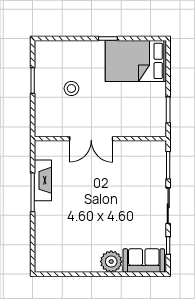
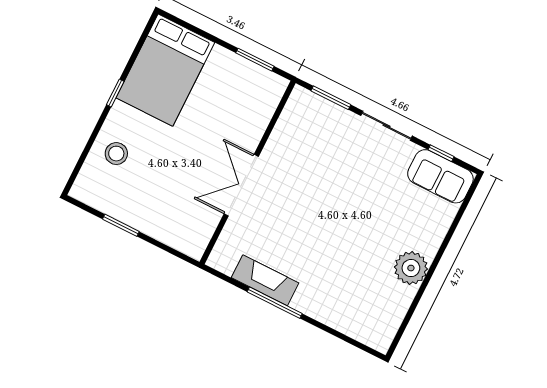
stool: (71, 88) -> (116, 154), moved
double door: (91, 139) -> (241, 185), swing flipped
sofa: (144, 261) -> (440, 176), moved, turned -90
plant: (111, 262) -> (411, 268), moved

